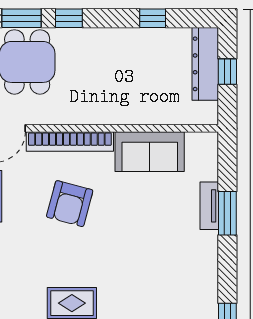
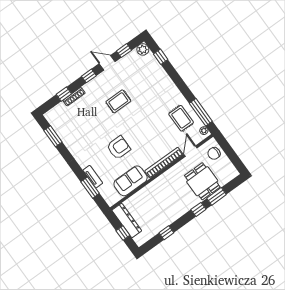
dresser: (205, 64) -> (127, 220), moved
armchair: (70, 204) -> (119, 148), moved, turned 75
window: (227, 213) -> (90, 188), moved

